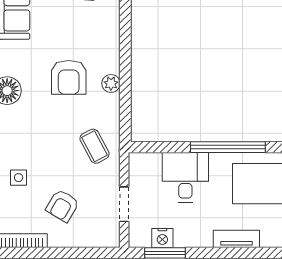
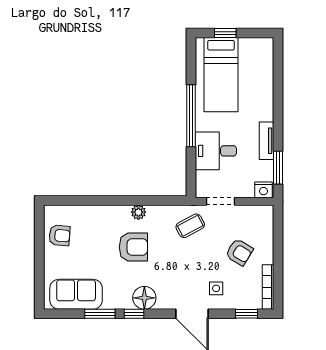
doorway: (124, 204) -> (220, 201), moved
nightstand: (162, 238) -> (263, 190), moved, turned 90
tv unit: (236, 239) -> (266, 141), moved

